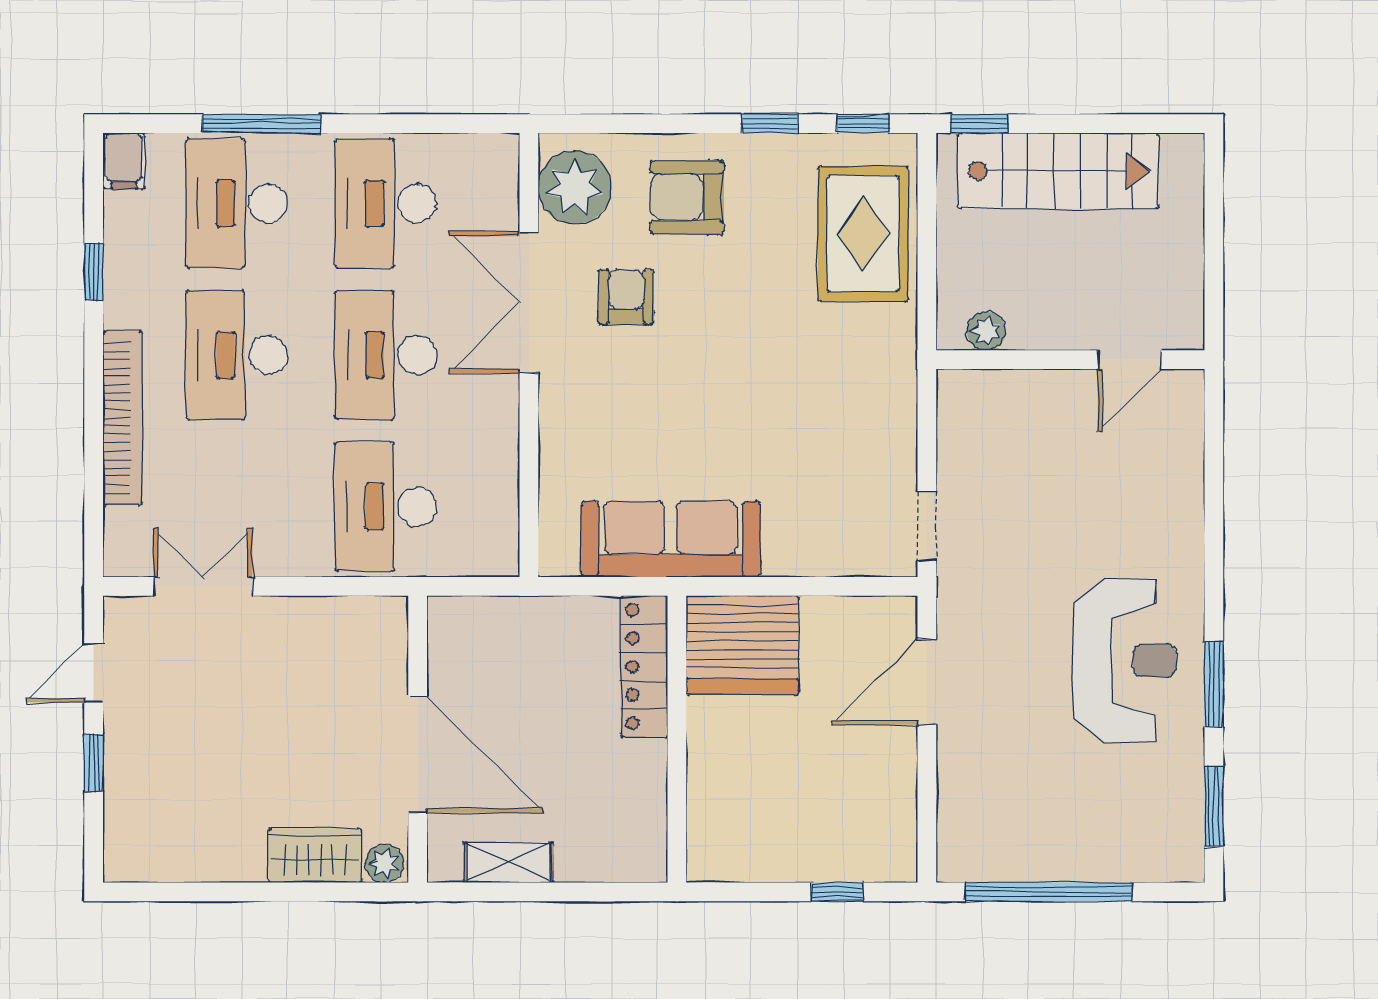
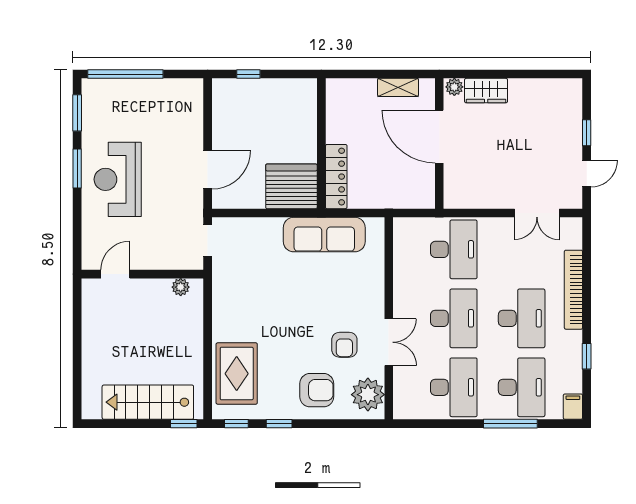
double door: (529, 302) -> (389, 342), width x0.73
plant: (986, 331) -> (181, 287), moved
wall: (1070, 360) -> (142, 274), moved
door: (1130, 360) -> (115, 274), moved
window: (1049, 892) -> (125, 74), moved

